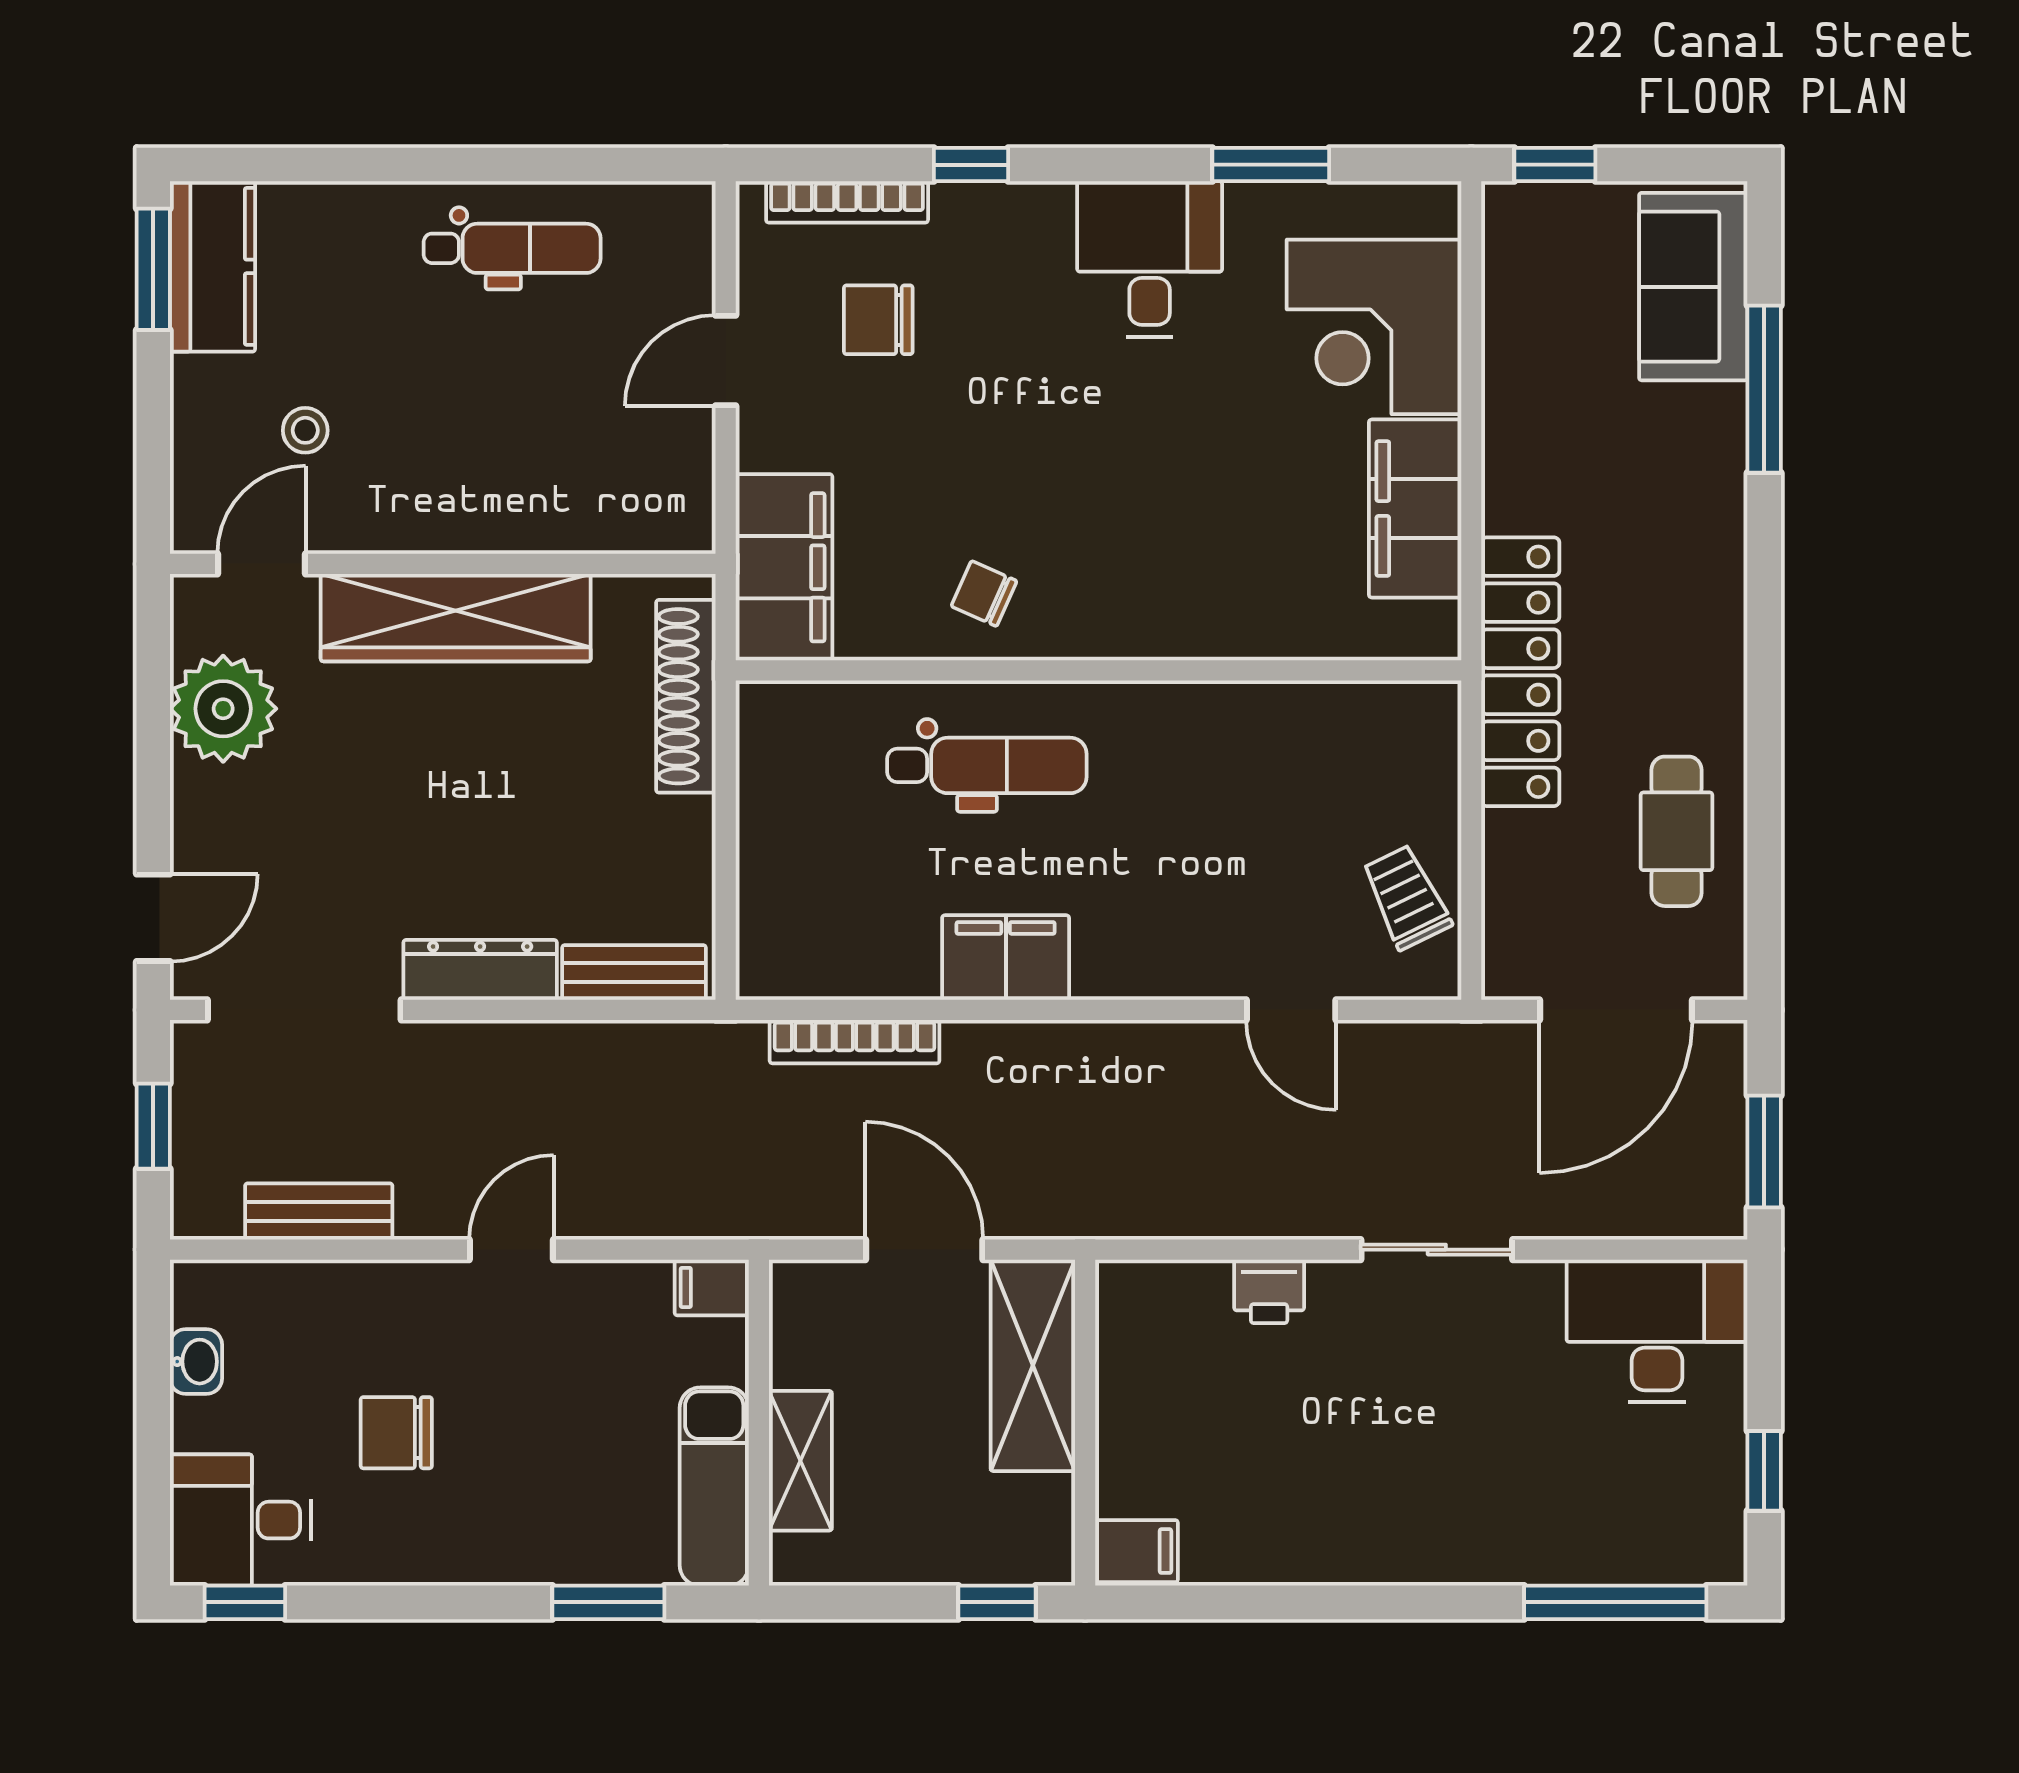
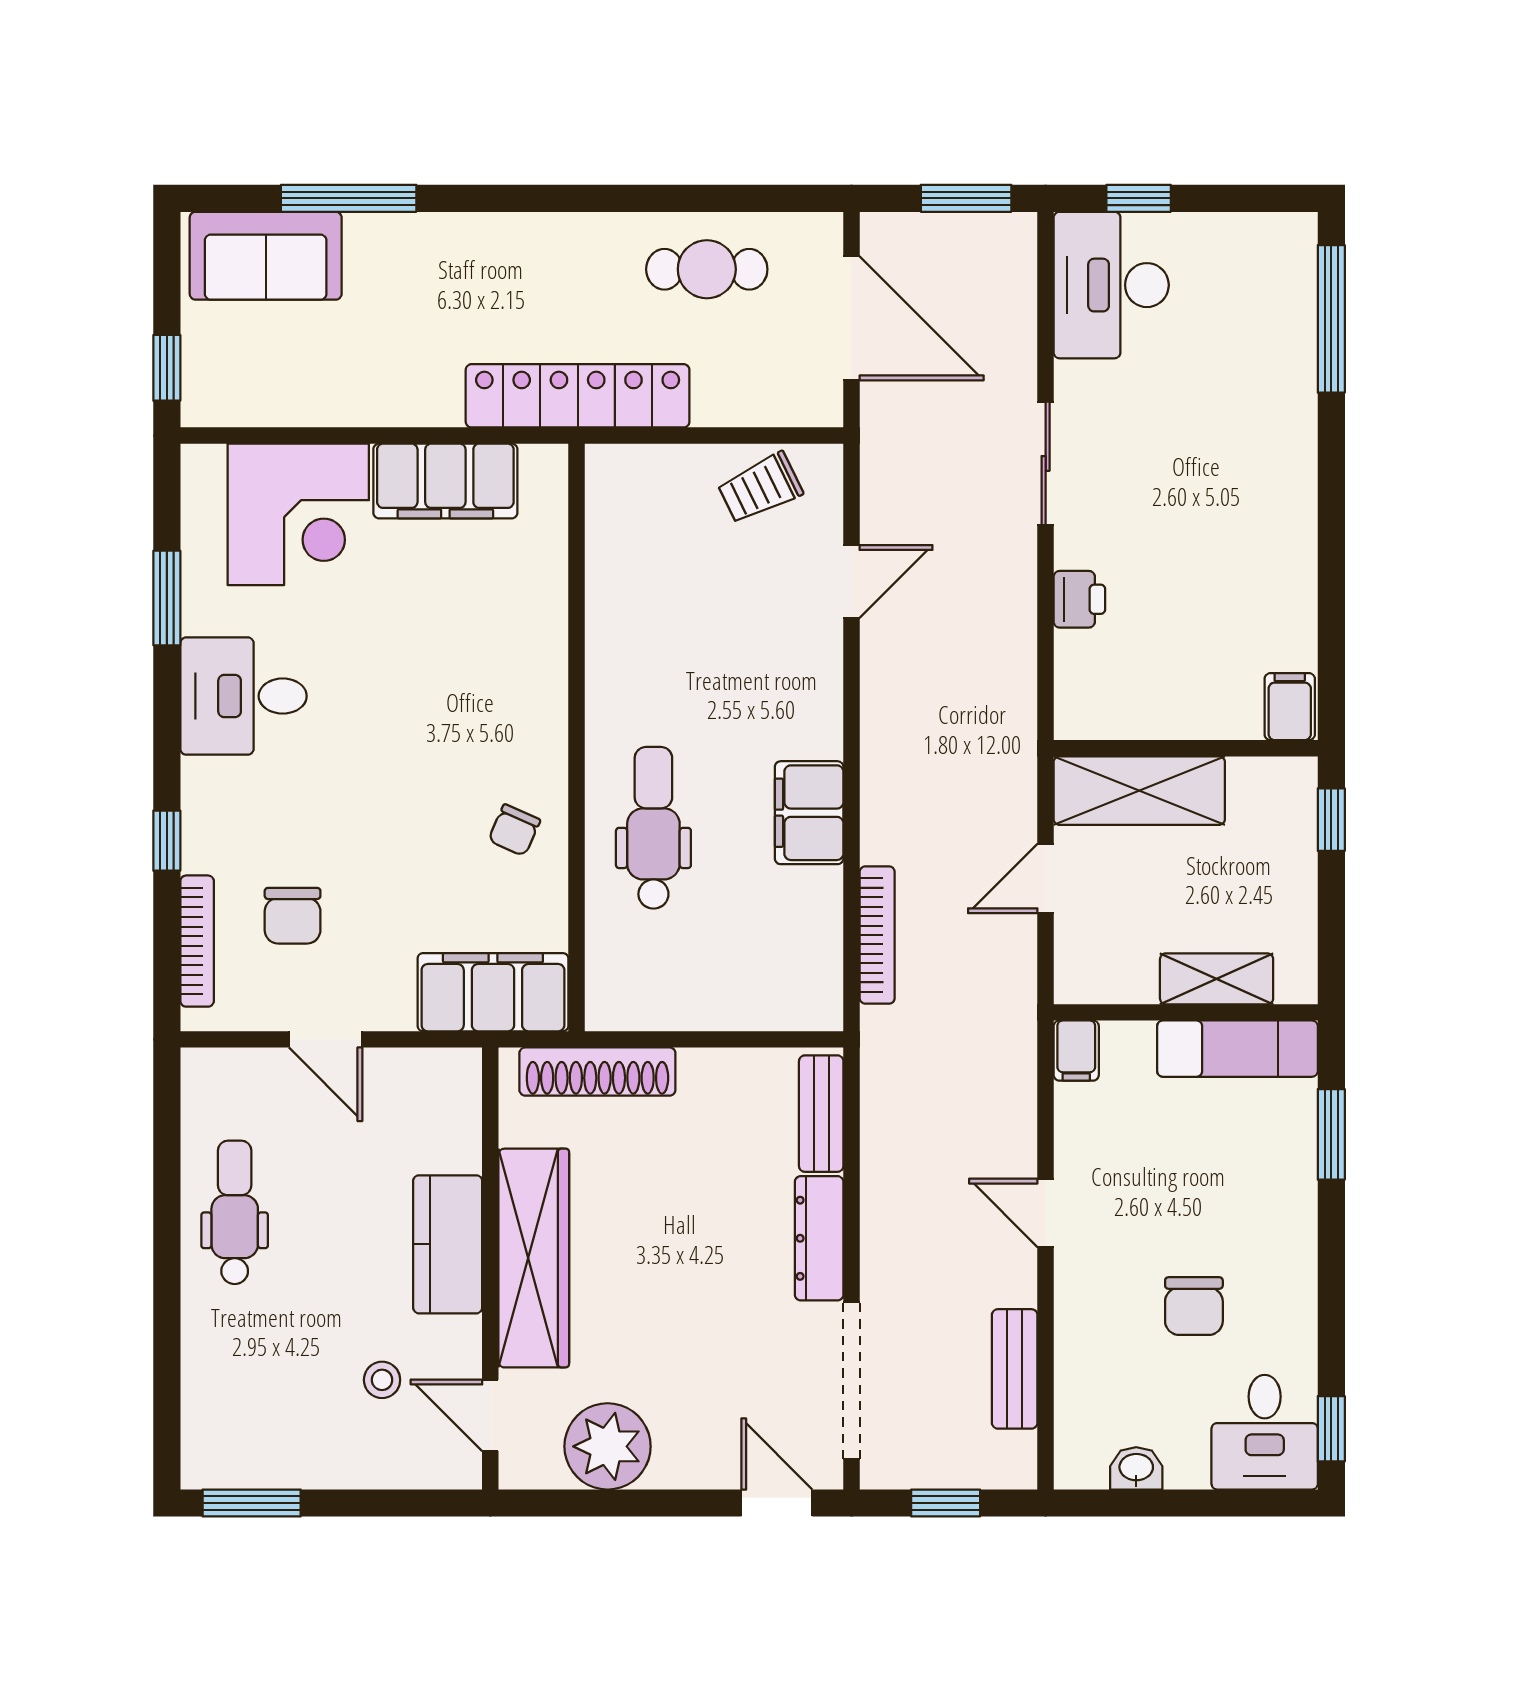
kitchen counter: (212, 266) -> (448, 1244), moved, turned -90
door: (924, 1250) -> (1046, 878), width x0.73
window: (1764, 1471) -> (1139, 198), moved

